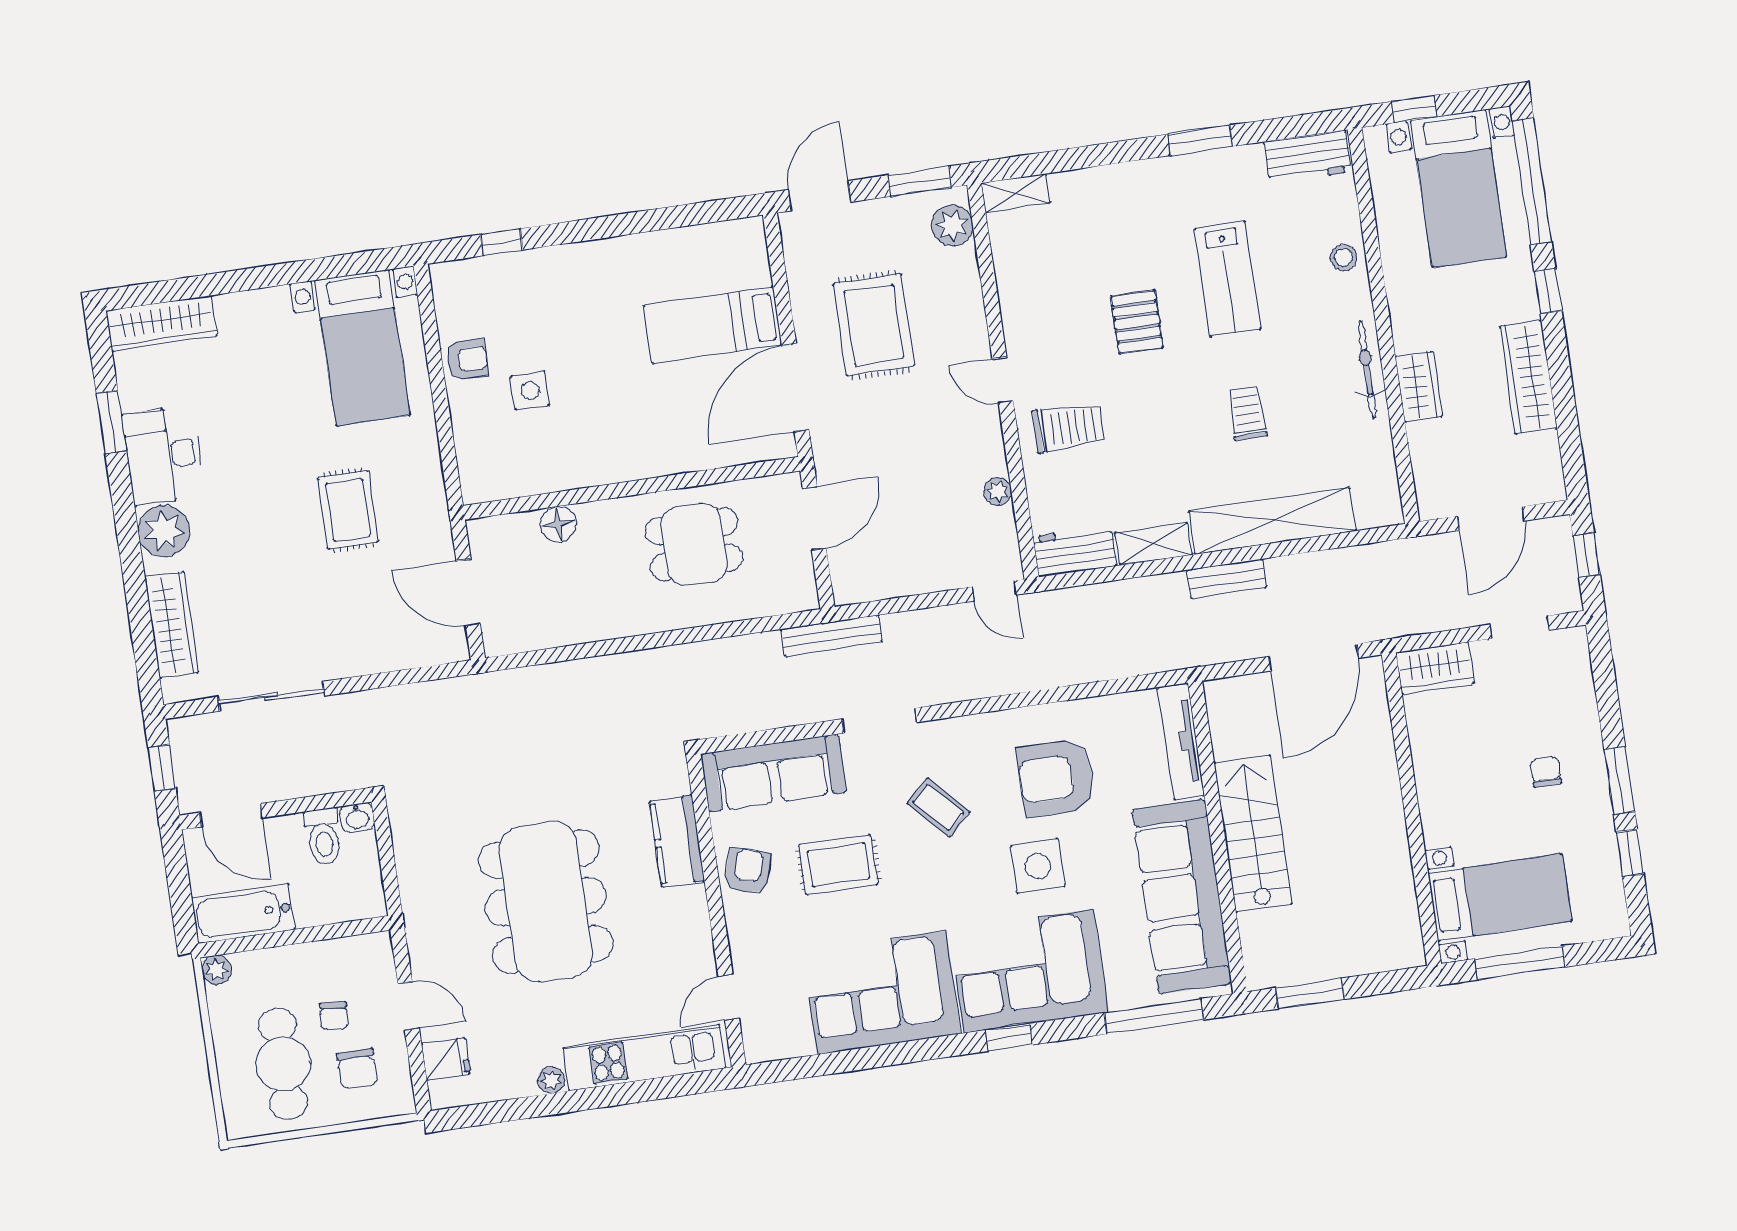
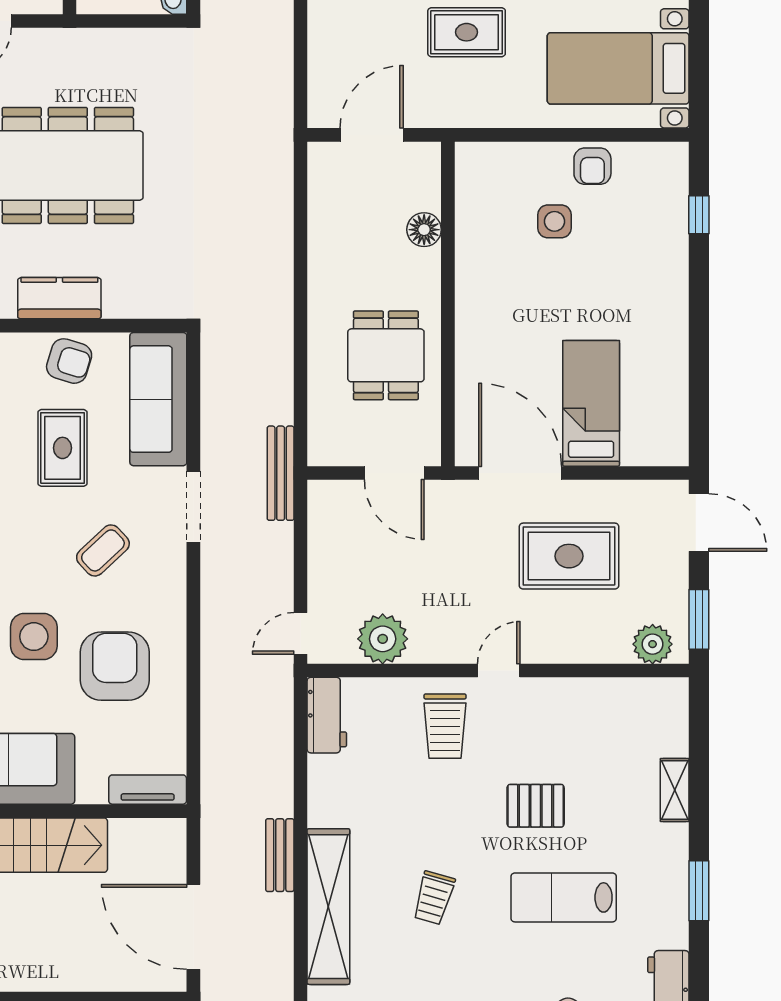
shelving: (1016, 193) -> (675, 790), moved
trolley: (1247, 413) -> (434, 898), turned 106
plant: (998, 491) -> (383, 639), width x1.88, depth x1.88
shelving: (1154, 544) -> (323, 791), removed
tv unit: (1181, 742) -> (148, 790), width x0.71
kitchen counter: (677, 841) -> (59, 298), moved

